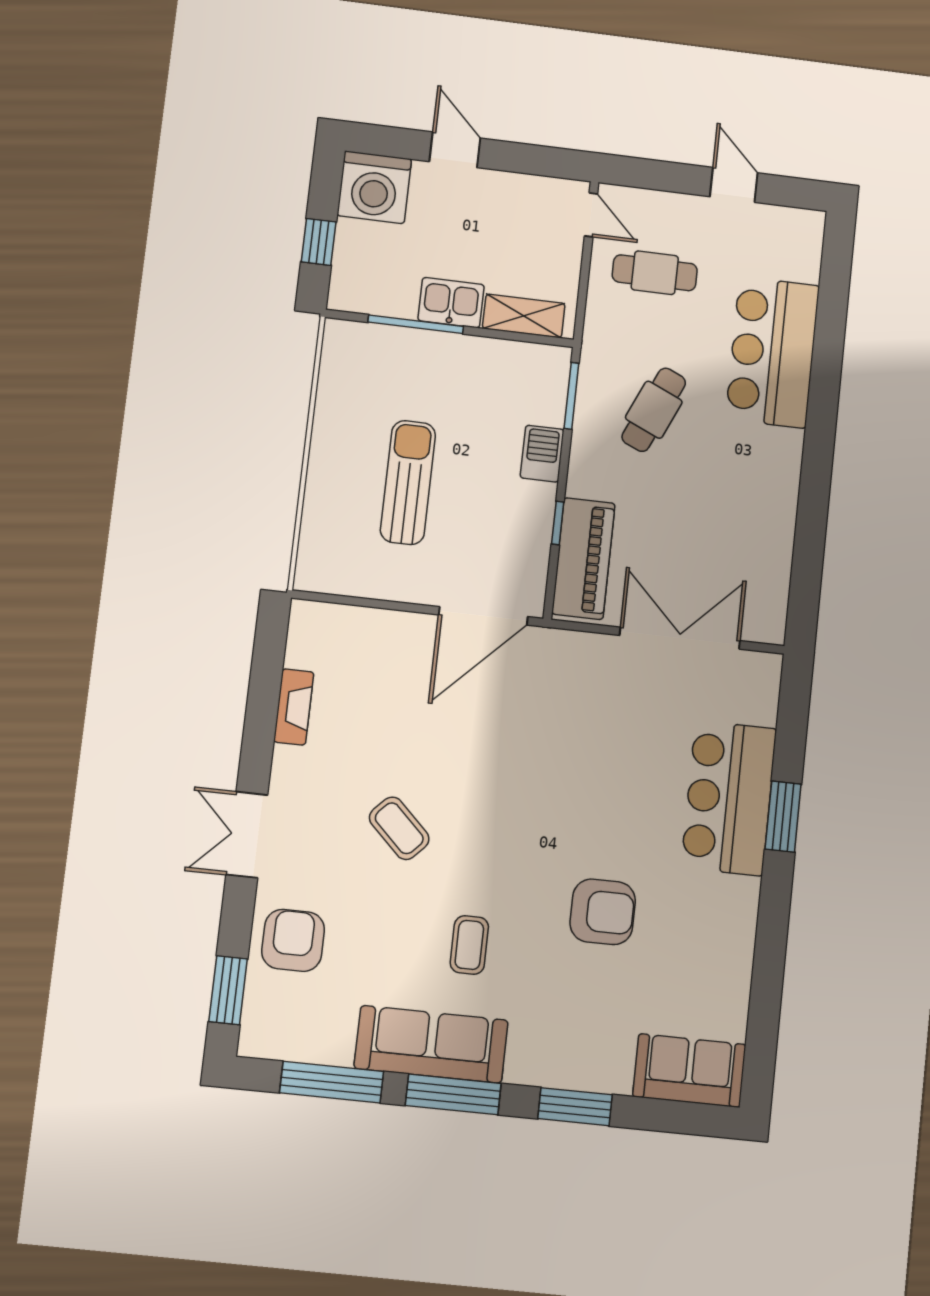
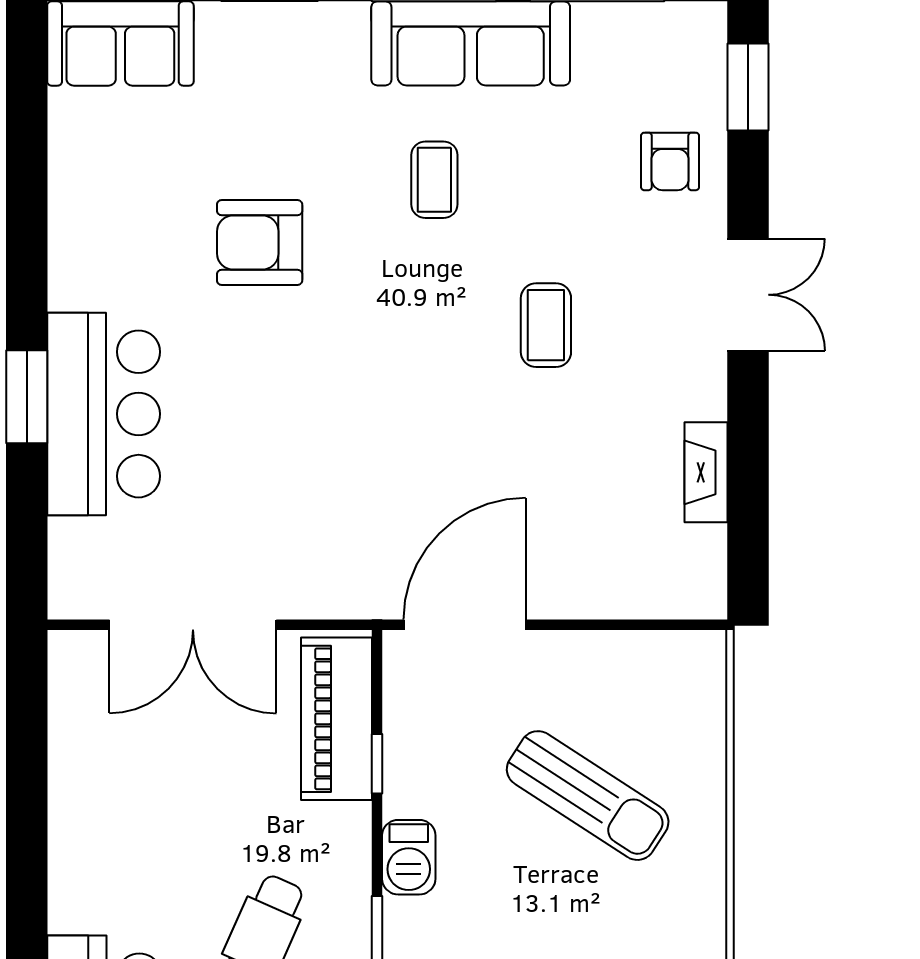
sun lounger: (408, 482) -> (588, 796), turned -57
coffee table: (399, 828) -> (546, 325), turned 46
armchair: (293, 940) -> (670, 161), width x0.72, depth x0.72

